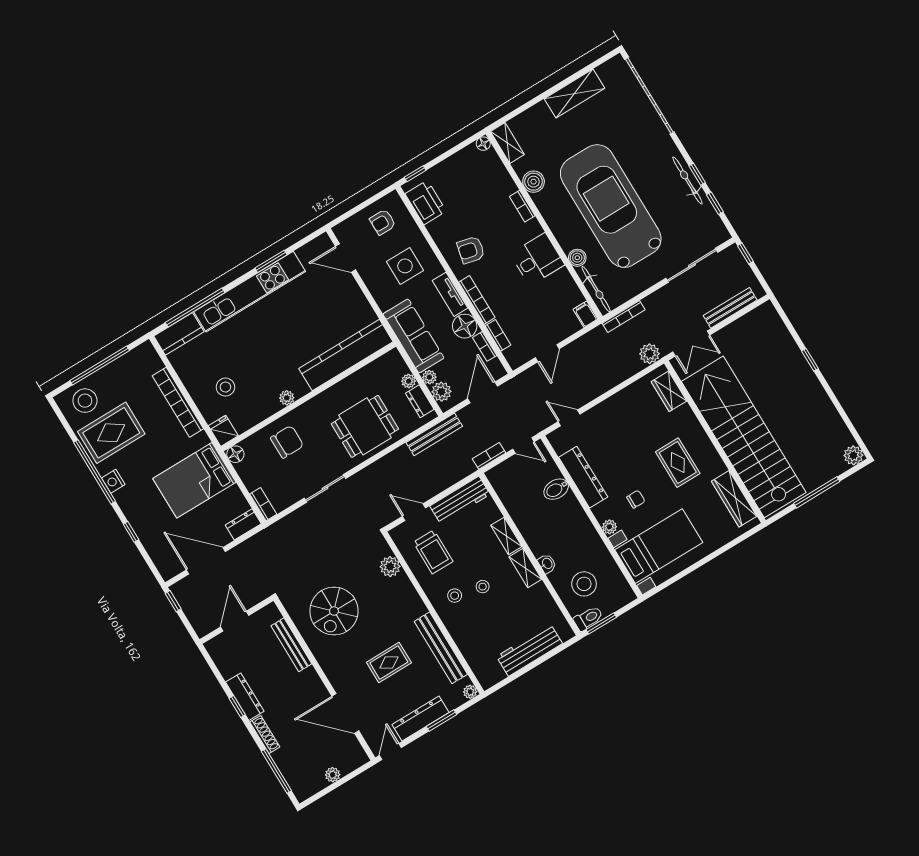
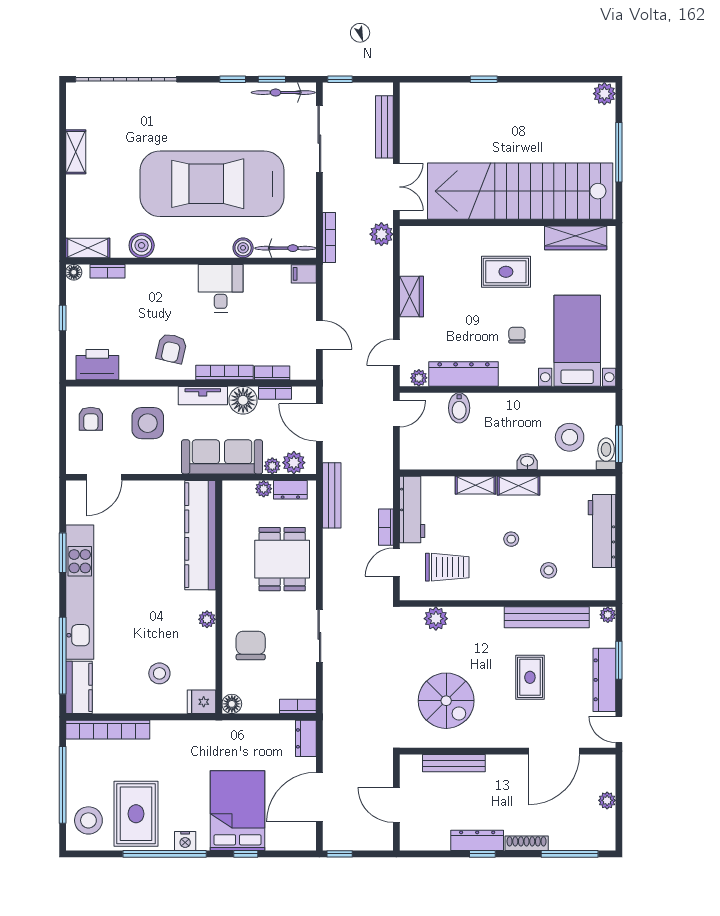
shelving: (575, 93) -> (76, 152), width x0.67, depth x0.75
window: (415, 174) -> (63, 318), moved
bicycle: (687, 180) -> (283, 93), moved
bookcase: (522, 206) -> (108, 271), moved
wardrobe: (669, 391) -> (411, 296), moved, turned -90
bookcase: (178, 402) -> (108, 730), moved
bookcase: (489, 456) -> (386, 527), moved
bed: (194, 480) -> (238, 811), moved, turned 180
plant: (609, 527) -> (419, 378), moved
stool: (455, 596) -> (549, 570), moved

